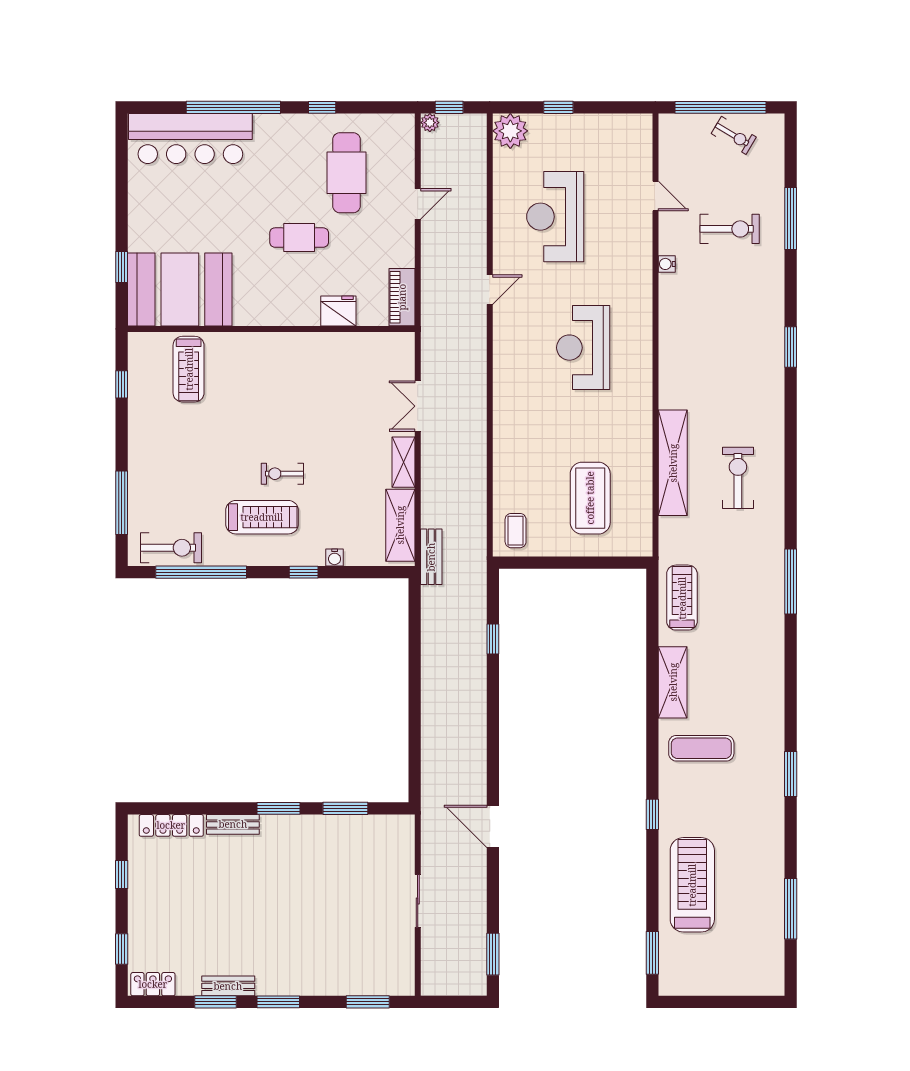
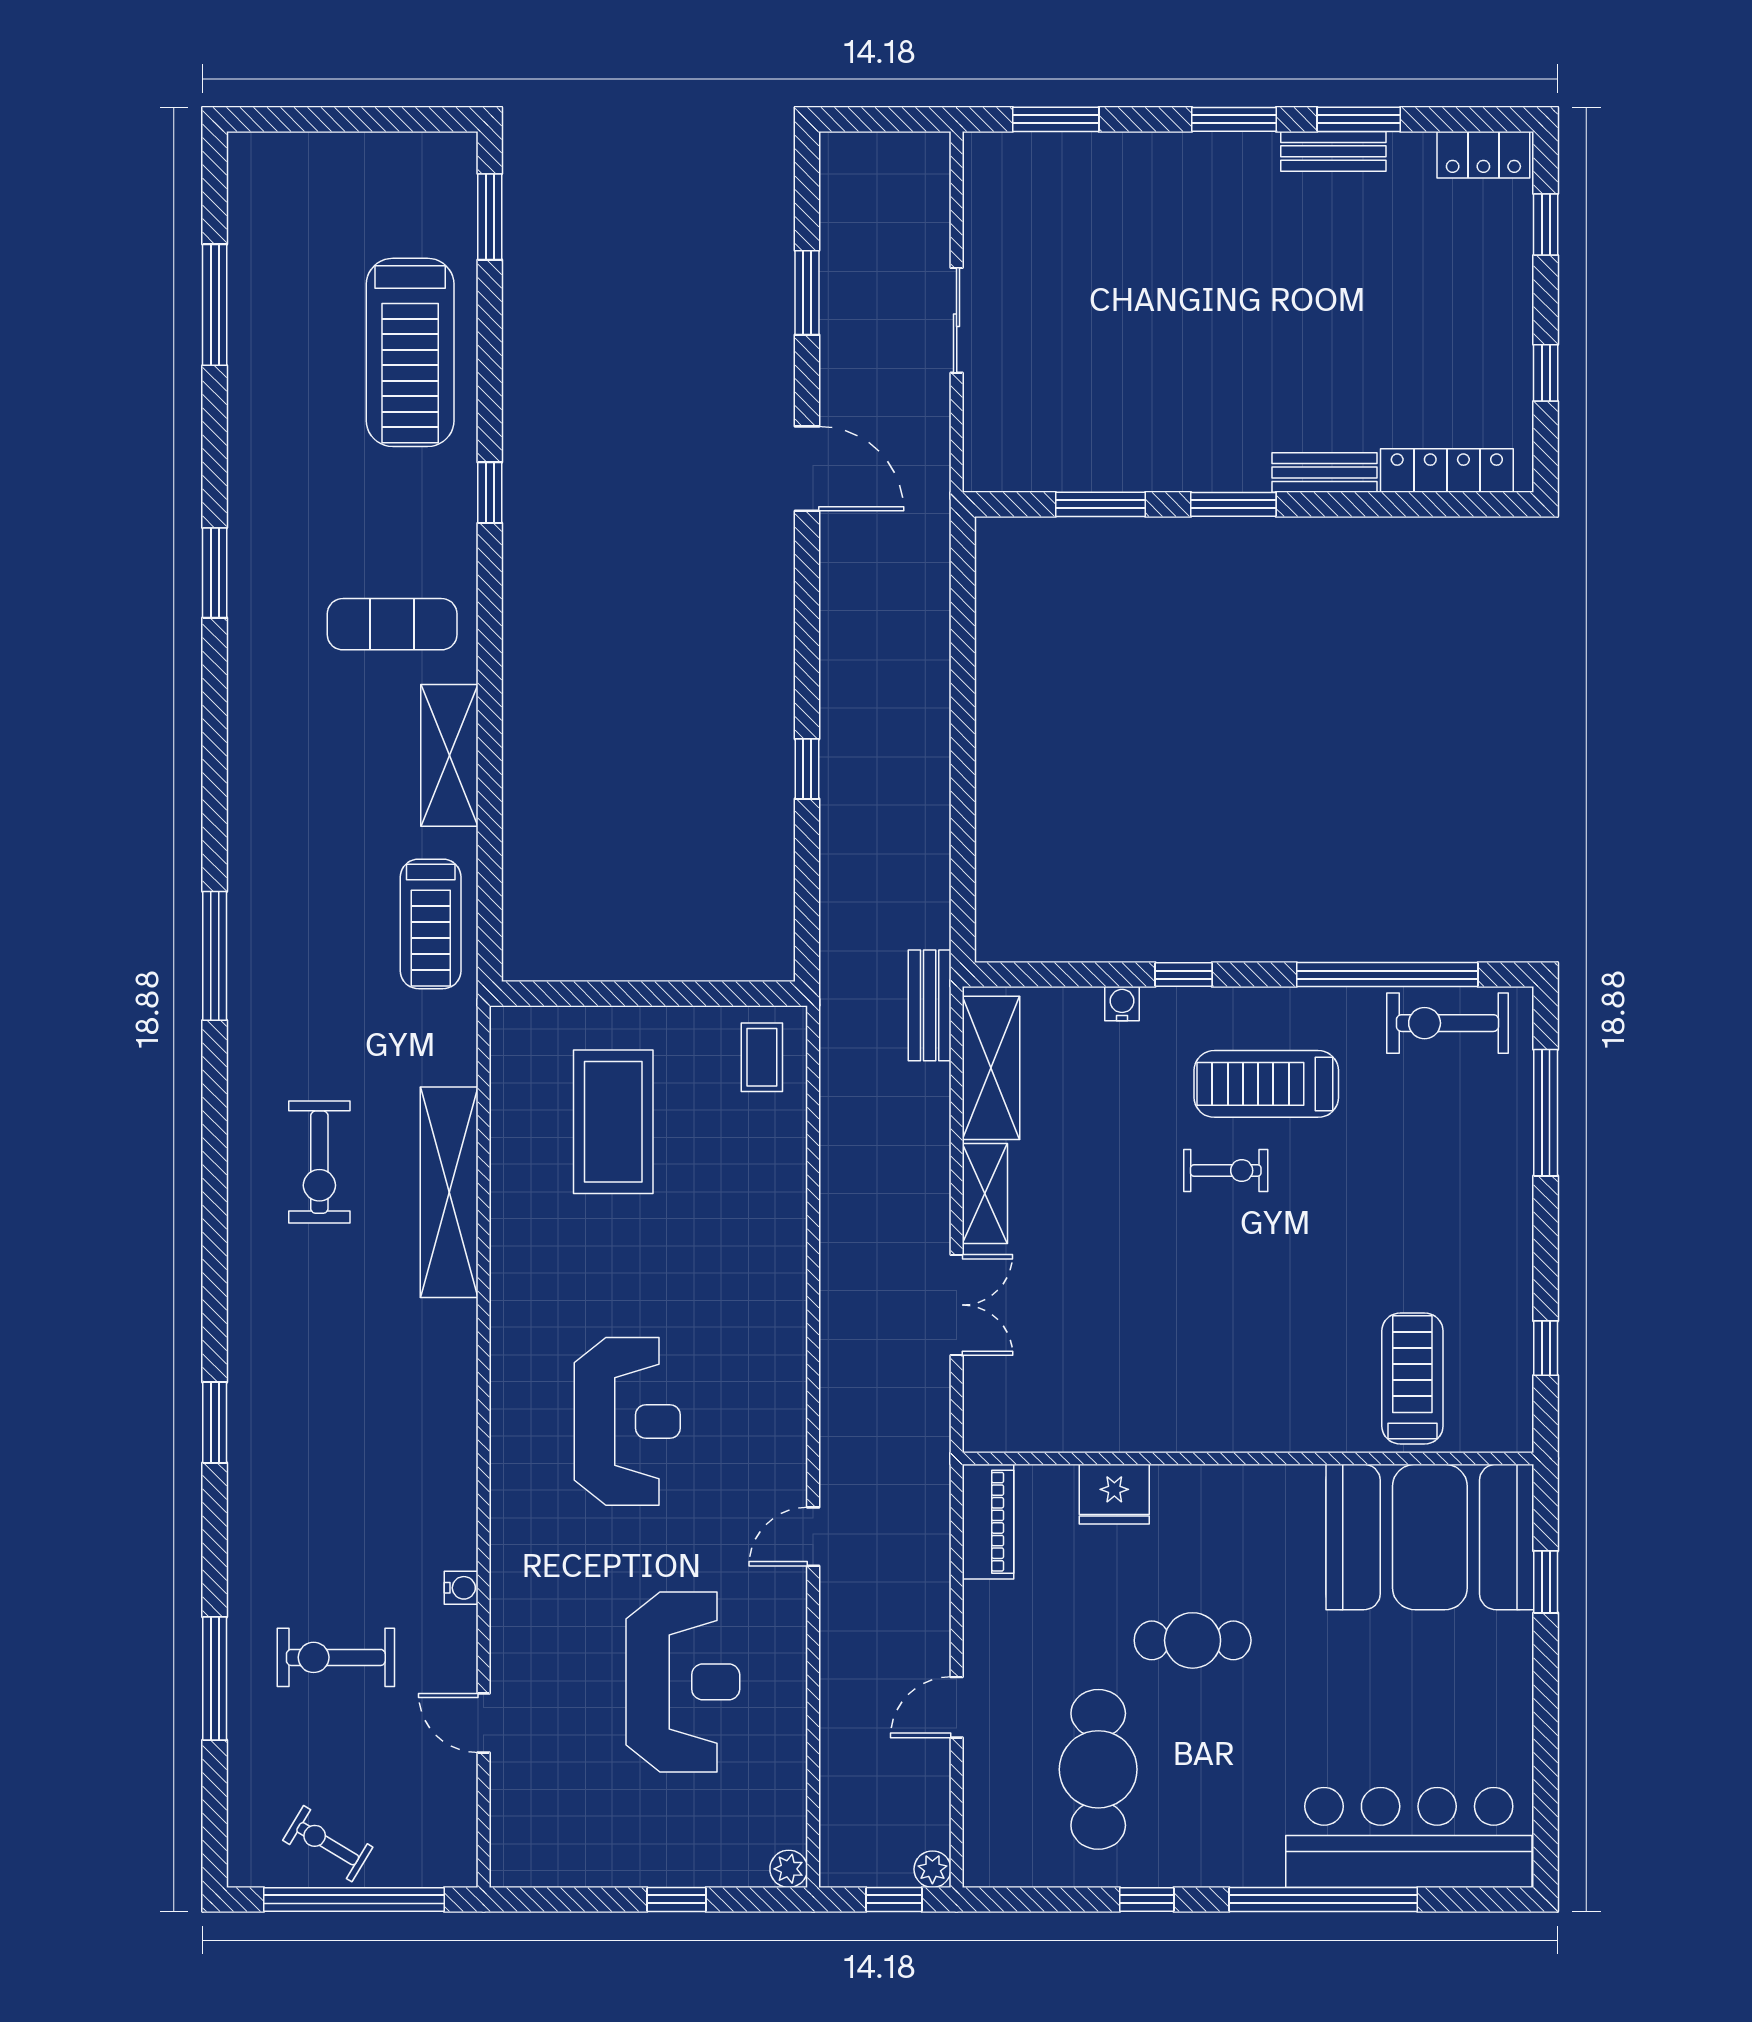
plant: (510, 131) -> (789, 1869), width x0.53, depth x0.53
window: (493, 639) -> (807, 769), moved
window: (493, 954) -> (807, 293), moved

